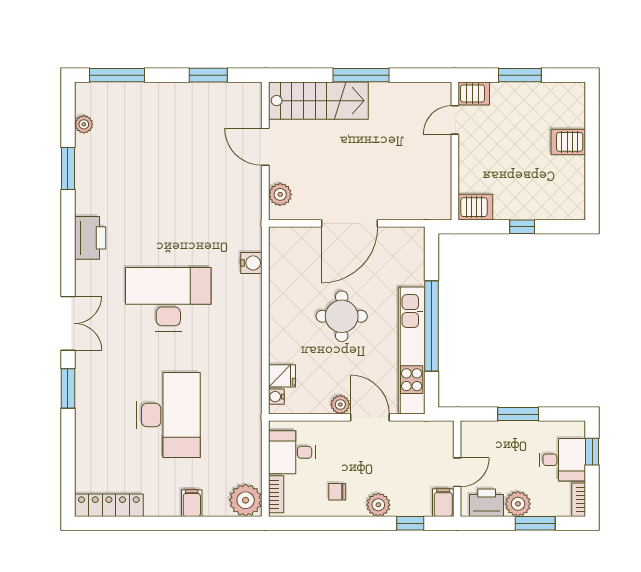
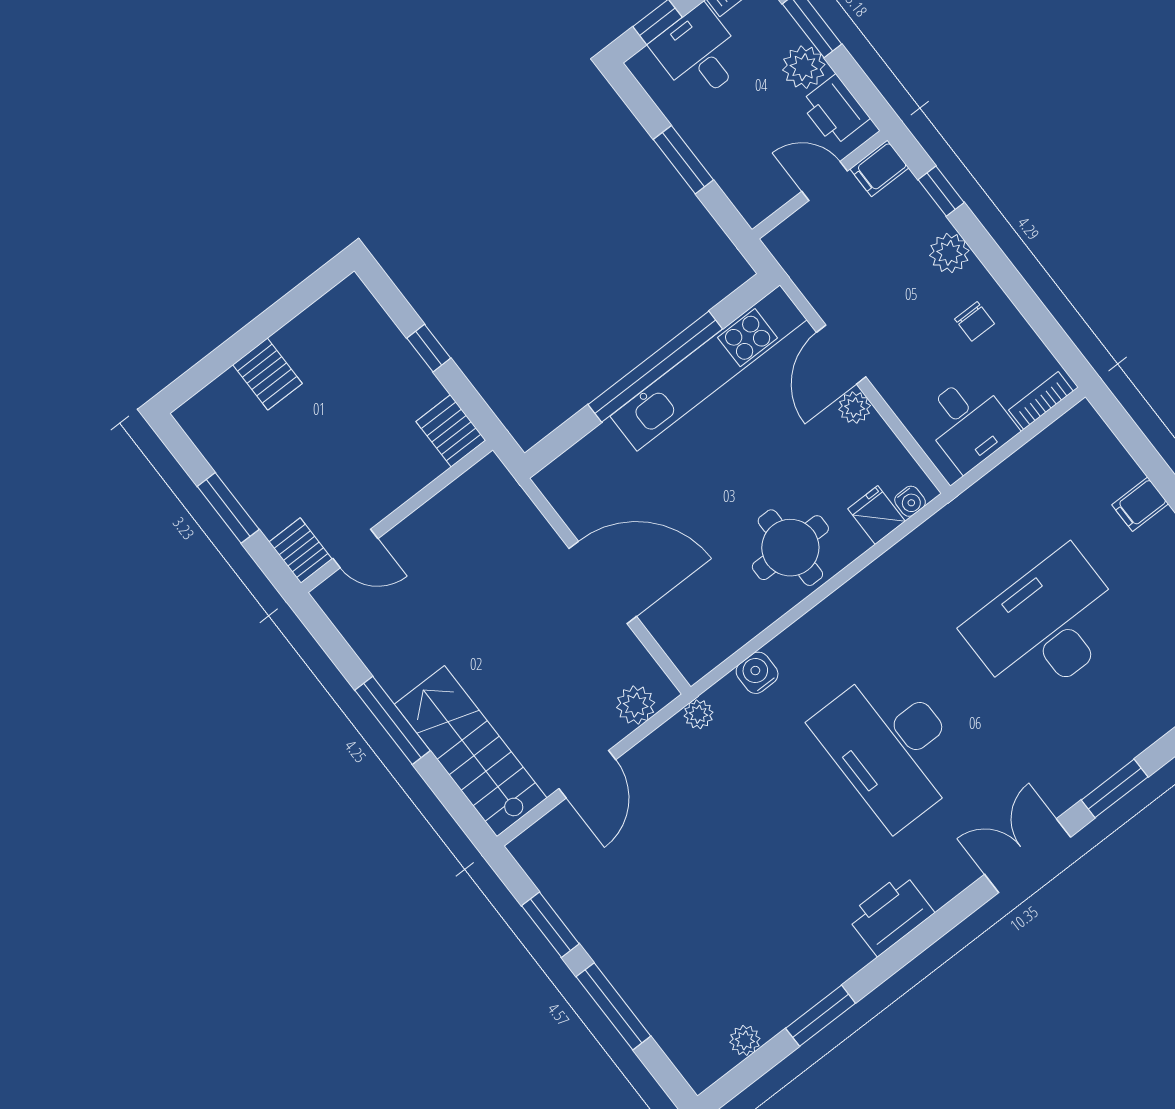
window: (117, 75) -> (613, 1006), moved
round table: (342, 316) -> (790, 548), moved
plant: (246, 500) -> (698, 714), moved, width x0.53, depth x0.53

